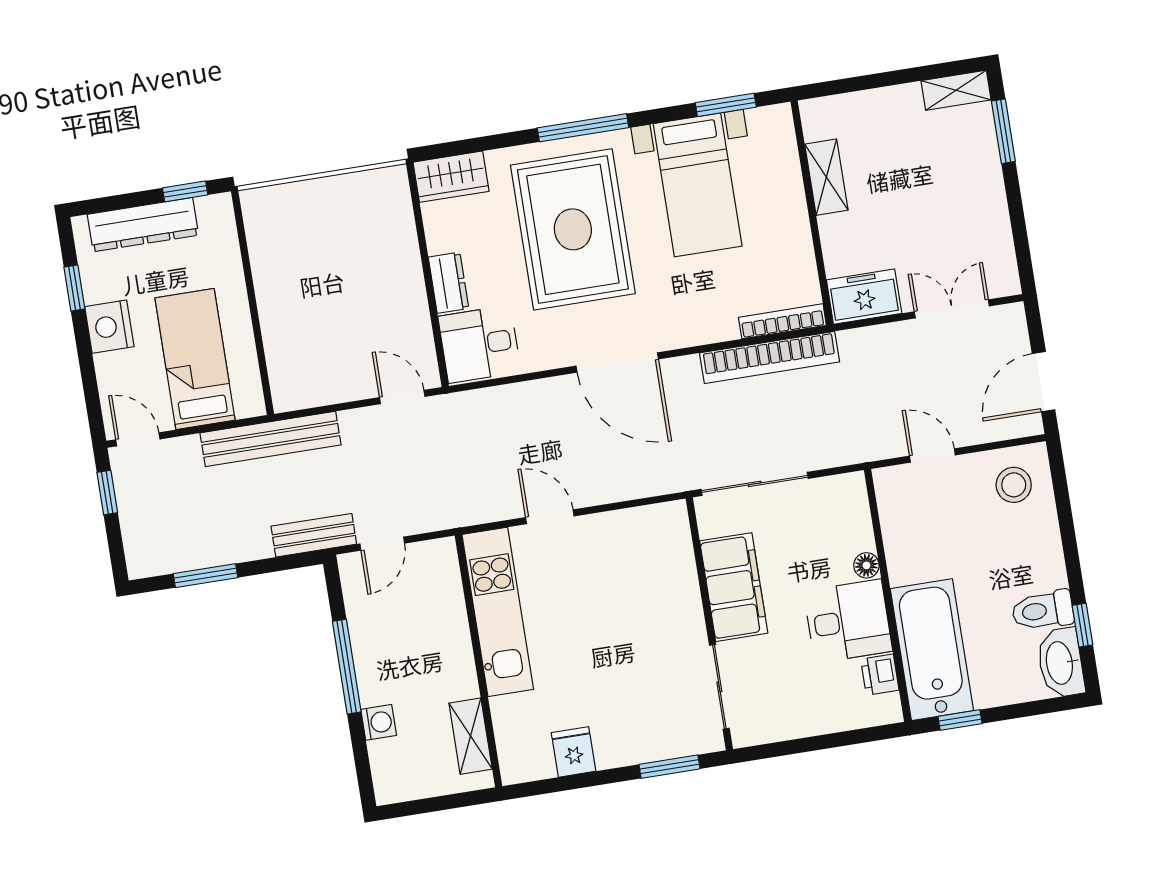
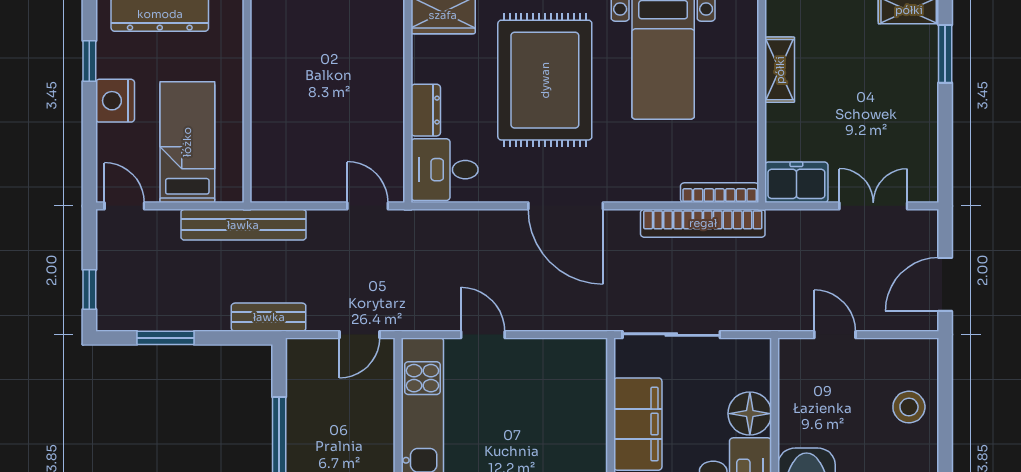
stool: (1014, 485) -> (909, 407), moved
window: (107, 492) -> (89, 289), moved
door: (382, 544) -> (359, 335), moved
floor lamp: (866, 565) -> (750, 414), width x1.89, depth x1.89

